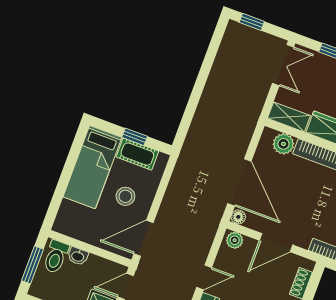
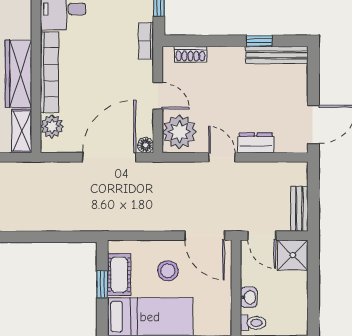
plant: (235, 240) -> (179, 132), width x1.87, depth x1.87
door: (276, 243) -> (158, 96), width x0.73
toilet: (56, 257) -> (253, 323), width x0.73, depth x0.72

